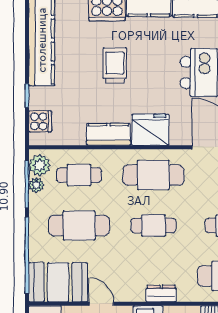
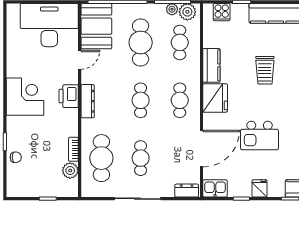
trolley: (115, 66) -> (265, 70), turned 90
cafe table: (153, 175) -> (180, 100), width x0.73, depth x0.74
dresser: (161, 294) -> (88, 101), width x1.44

